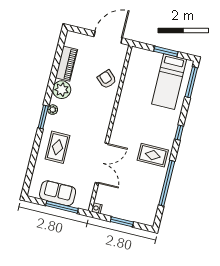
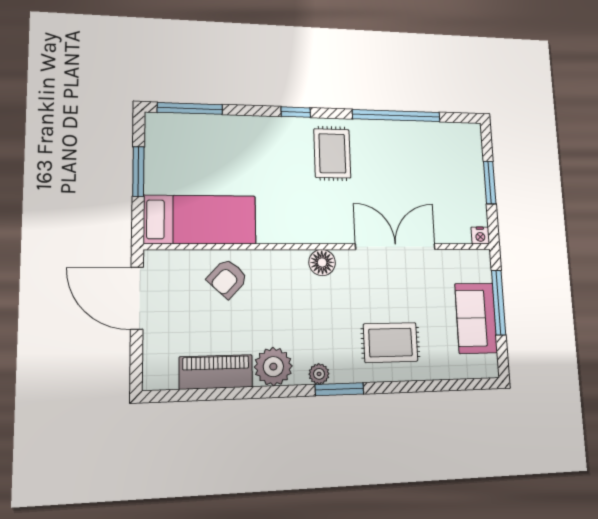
bed: (169, 82) -> (200, 220), moved
floor lamp: (103, 125) -> (322, 262), added
rug: (153, 155) -> (332, 153), moved

